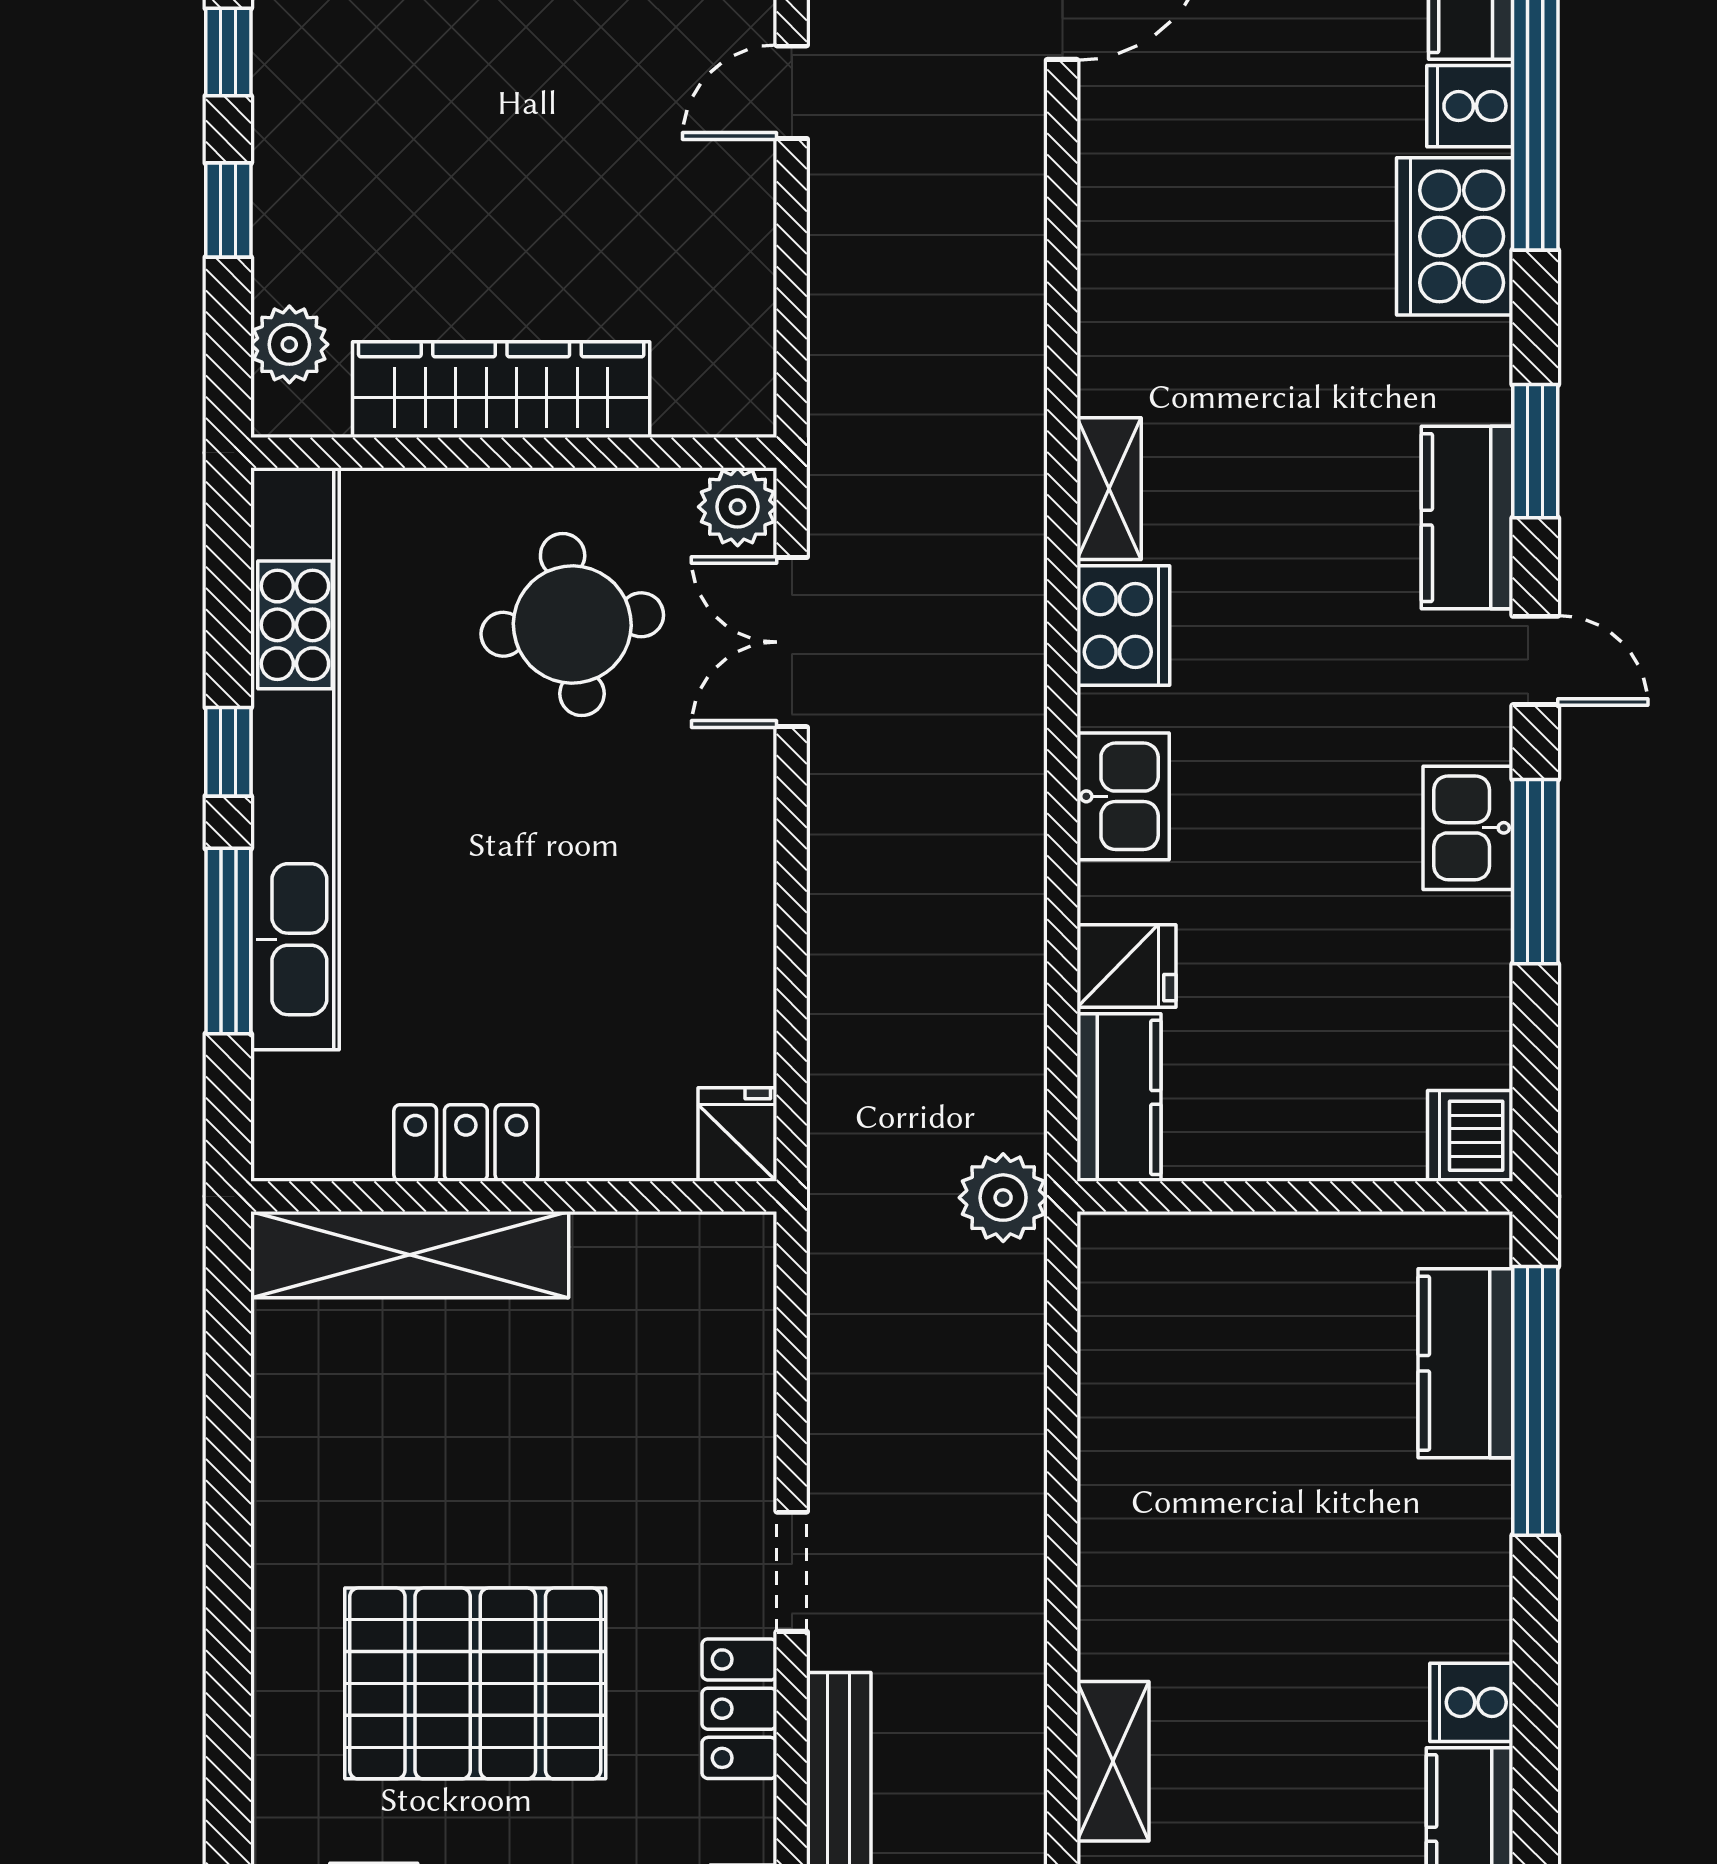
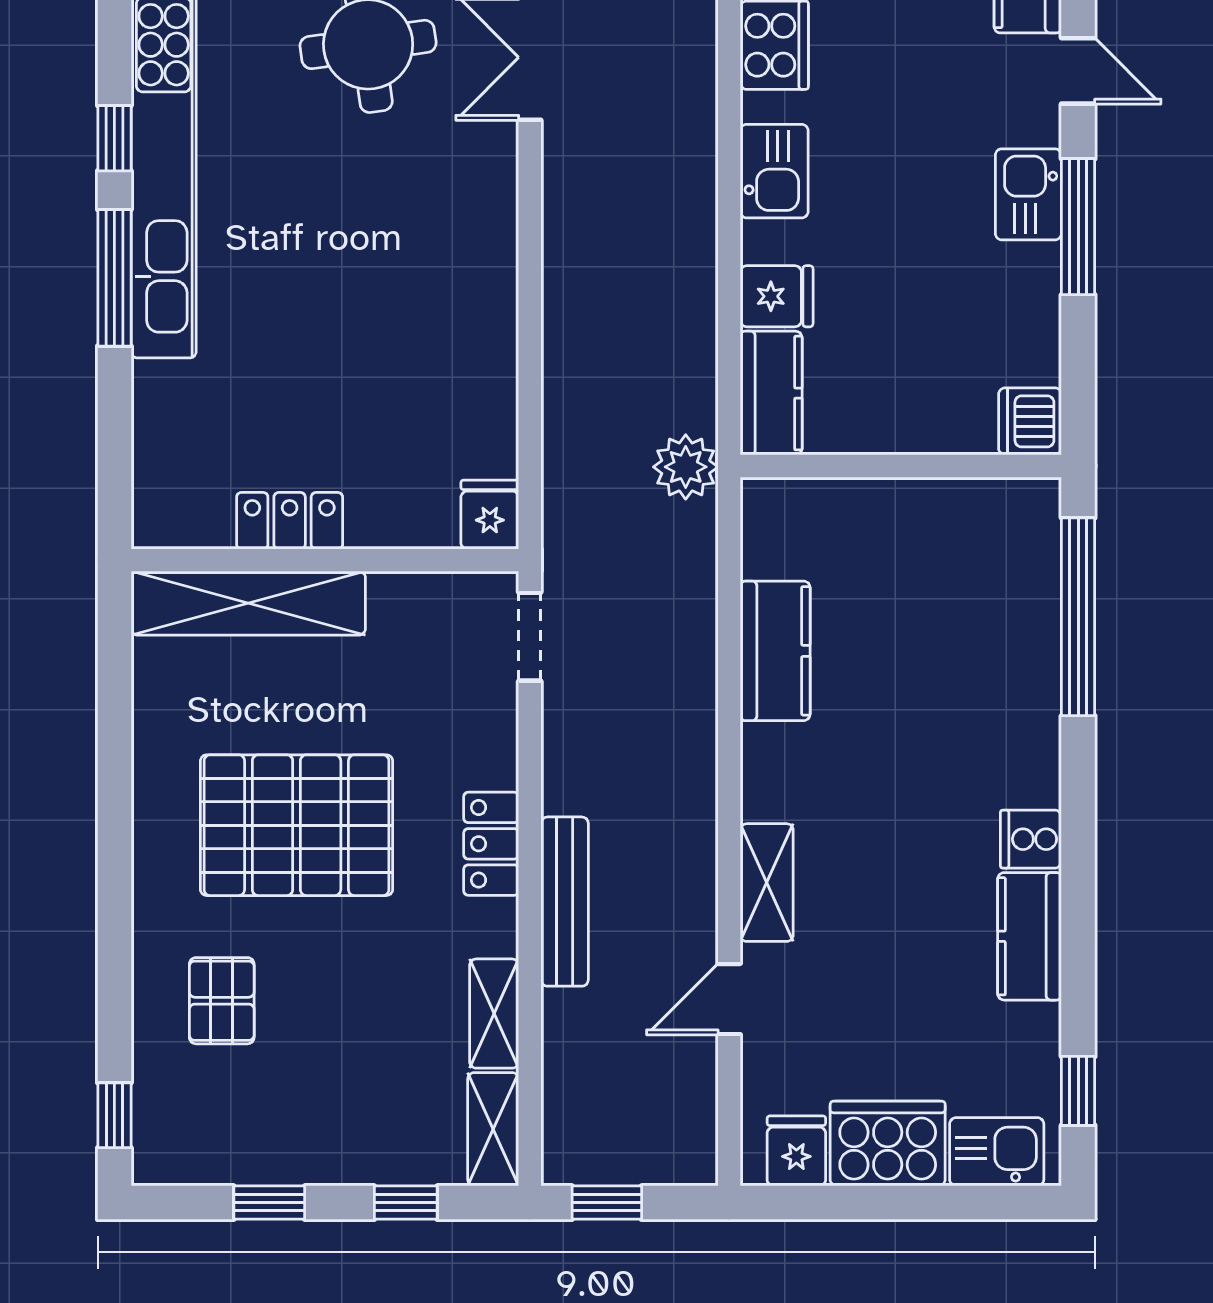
fridge: (737, 1134) -> (490, 515), moved
locker: (466, 1143) -> (290, 521), moved
wall: (514, 1196) -> (325, 560), moved
shelving: (410, 1255) -> (248, 603), moved
kitchen counter: (1465, 1363) -> (775, 651), moved, turned 180
doorway: (792, 1572) -> (530, 637), moved

